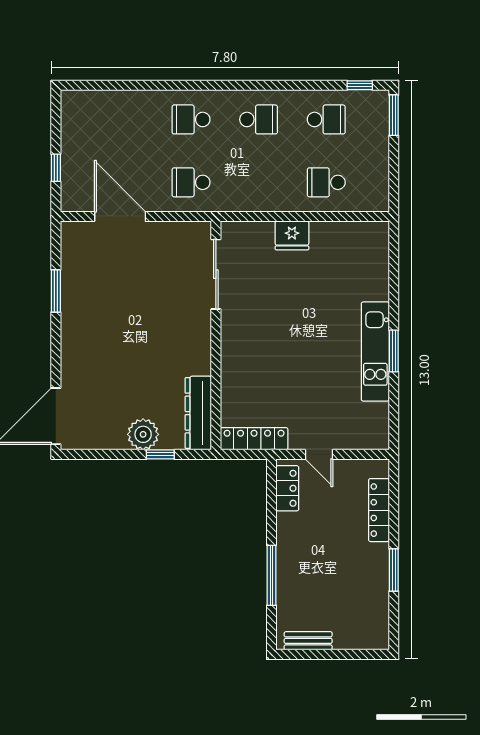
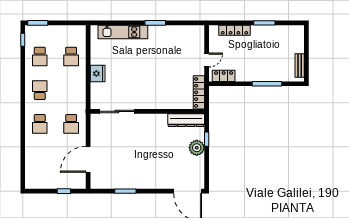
school desk: (326, 119) -> (40, 56), turned 180
kitchen unit: (375, 352) -> (123, 32), moved

